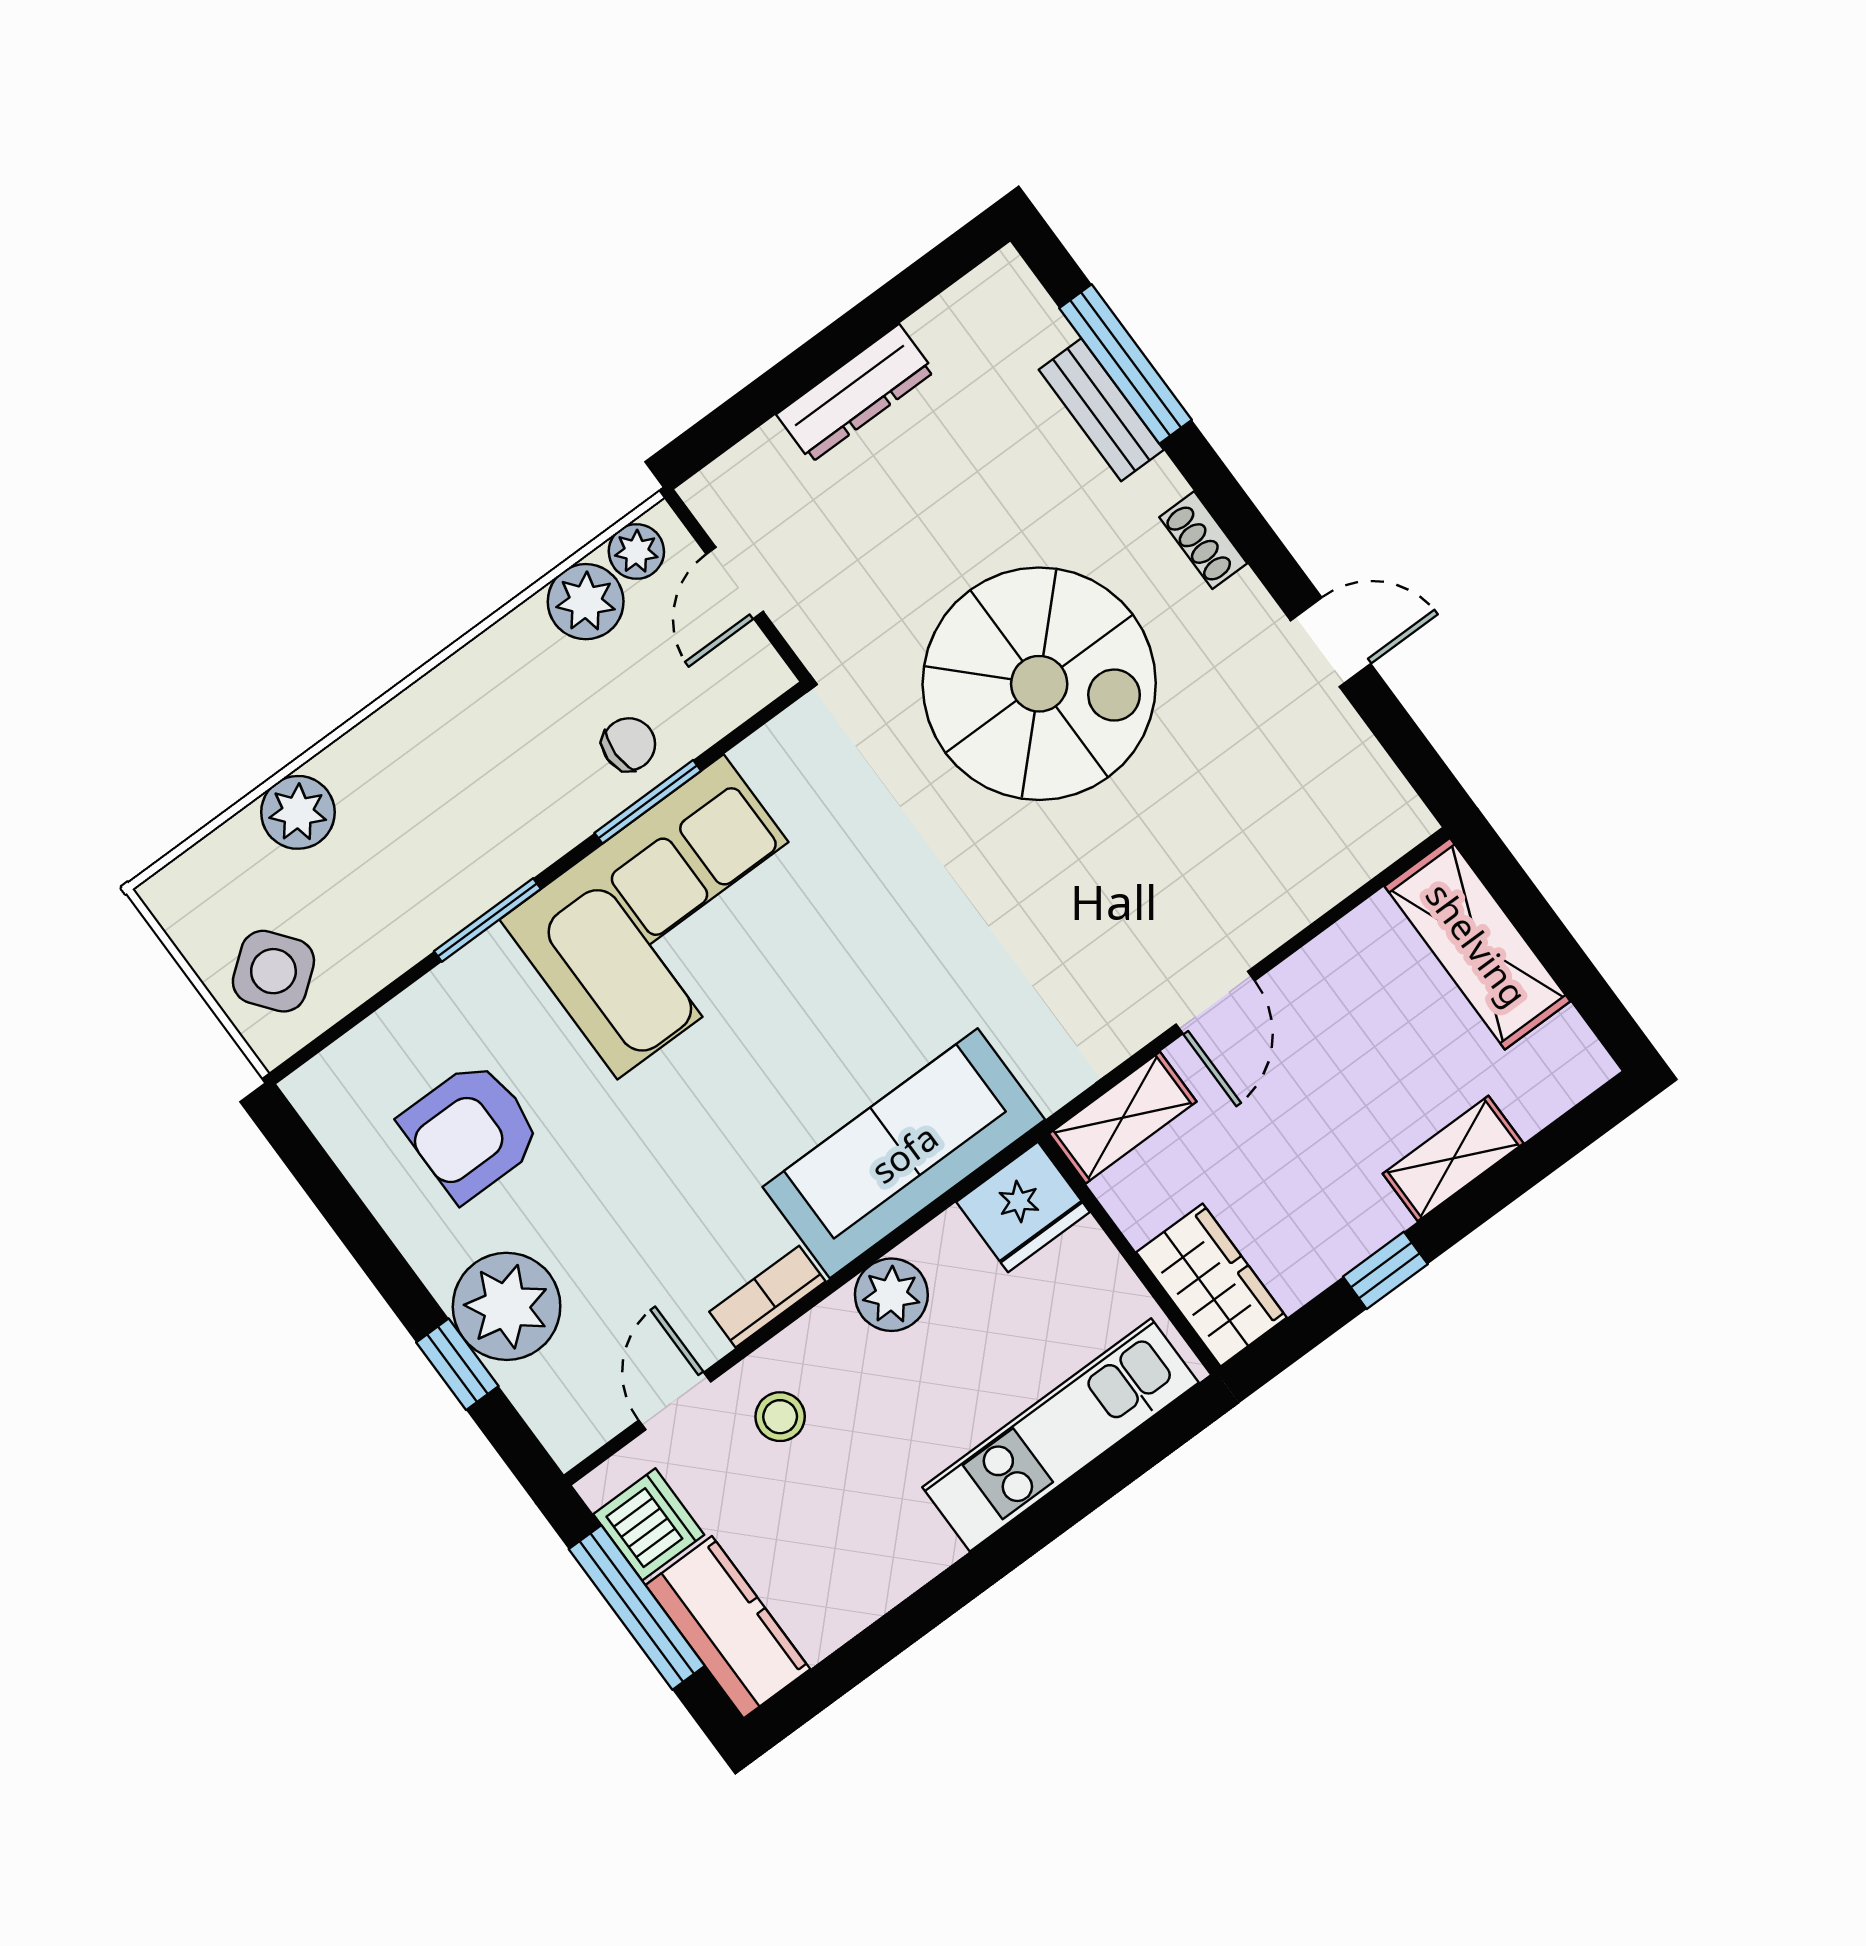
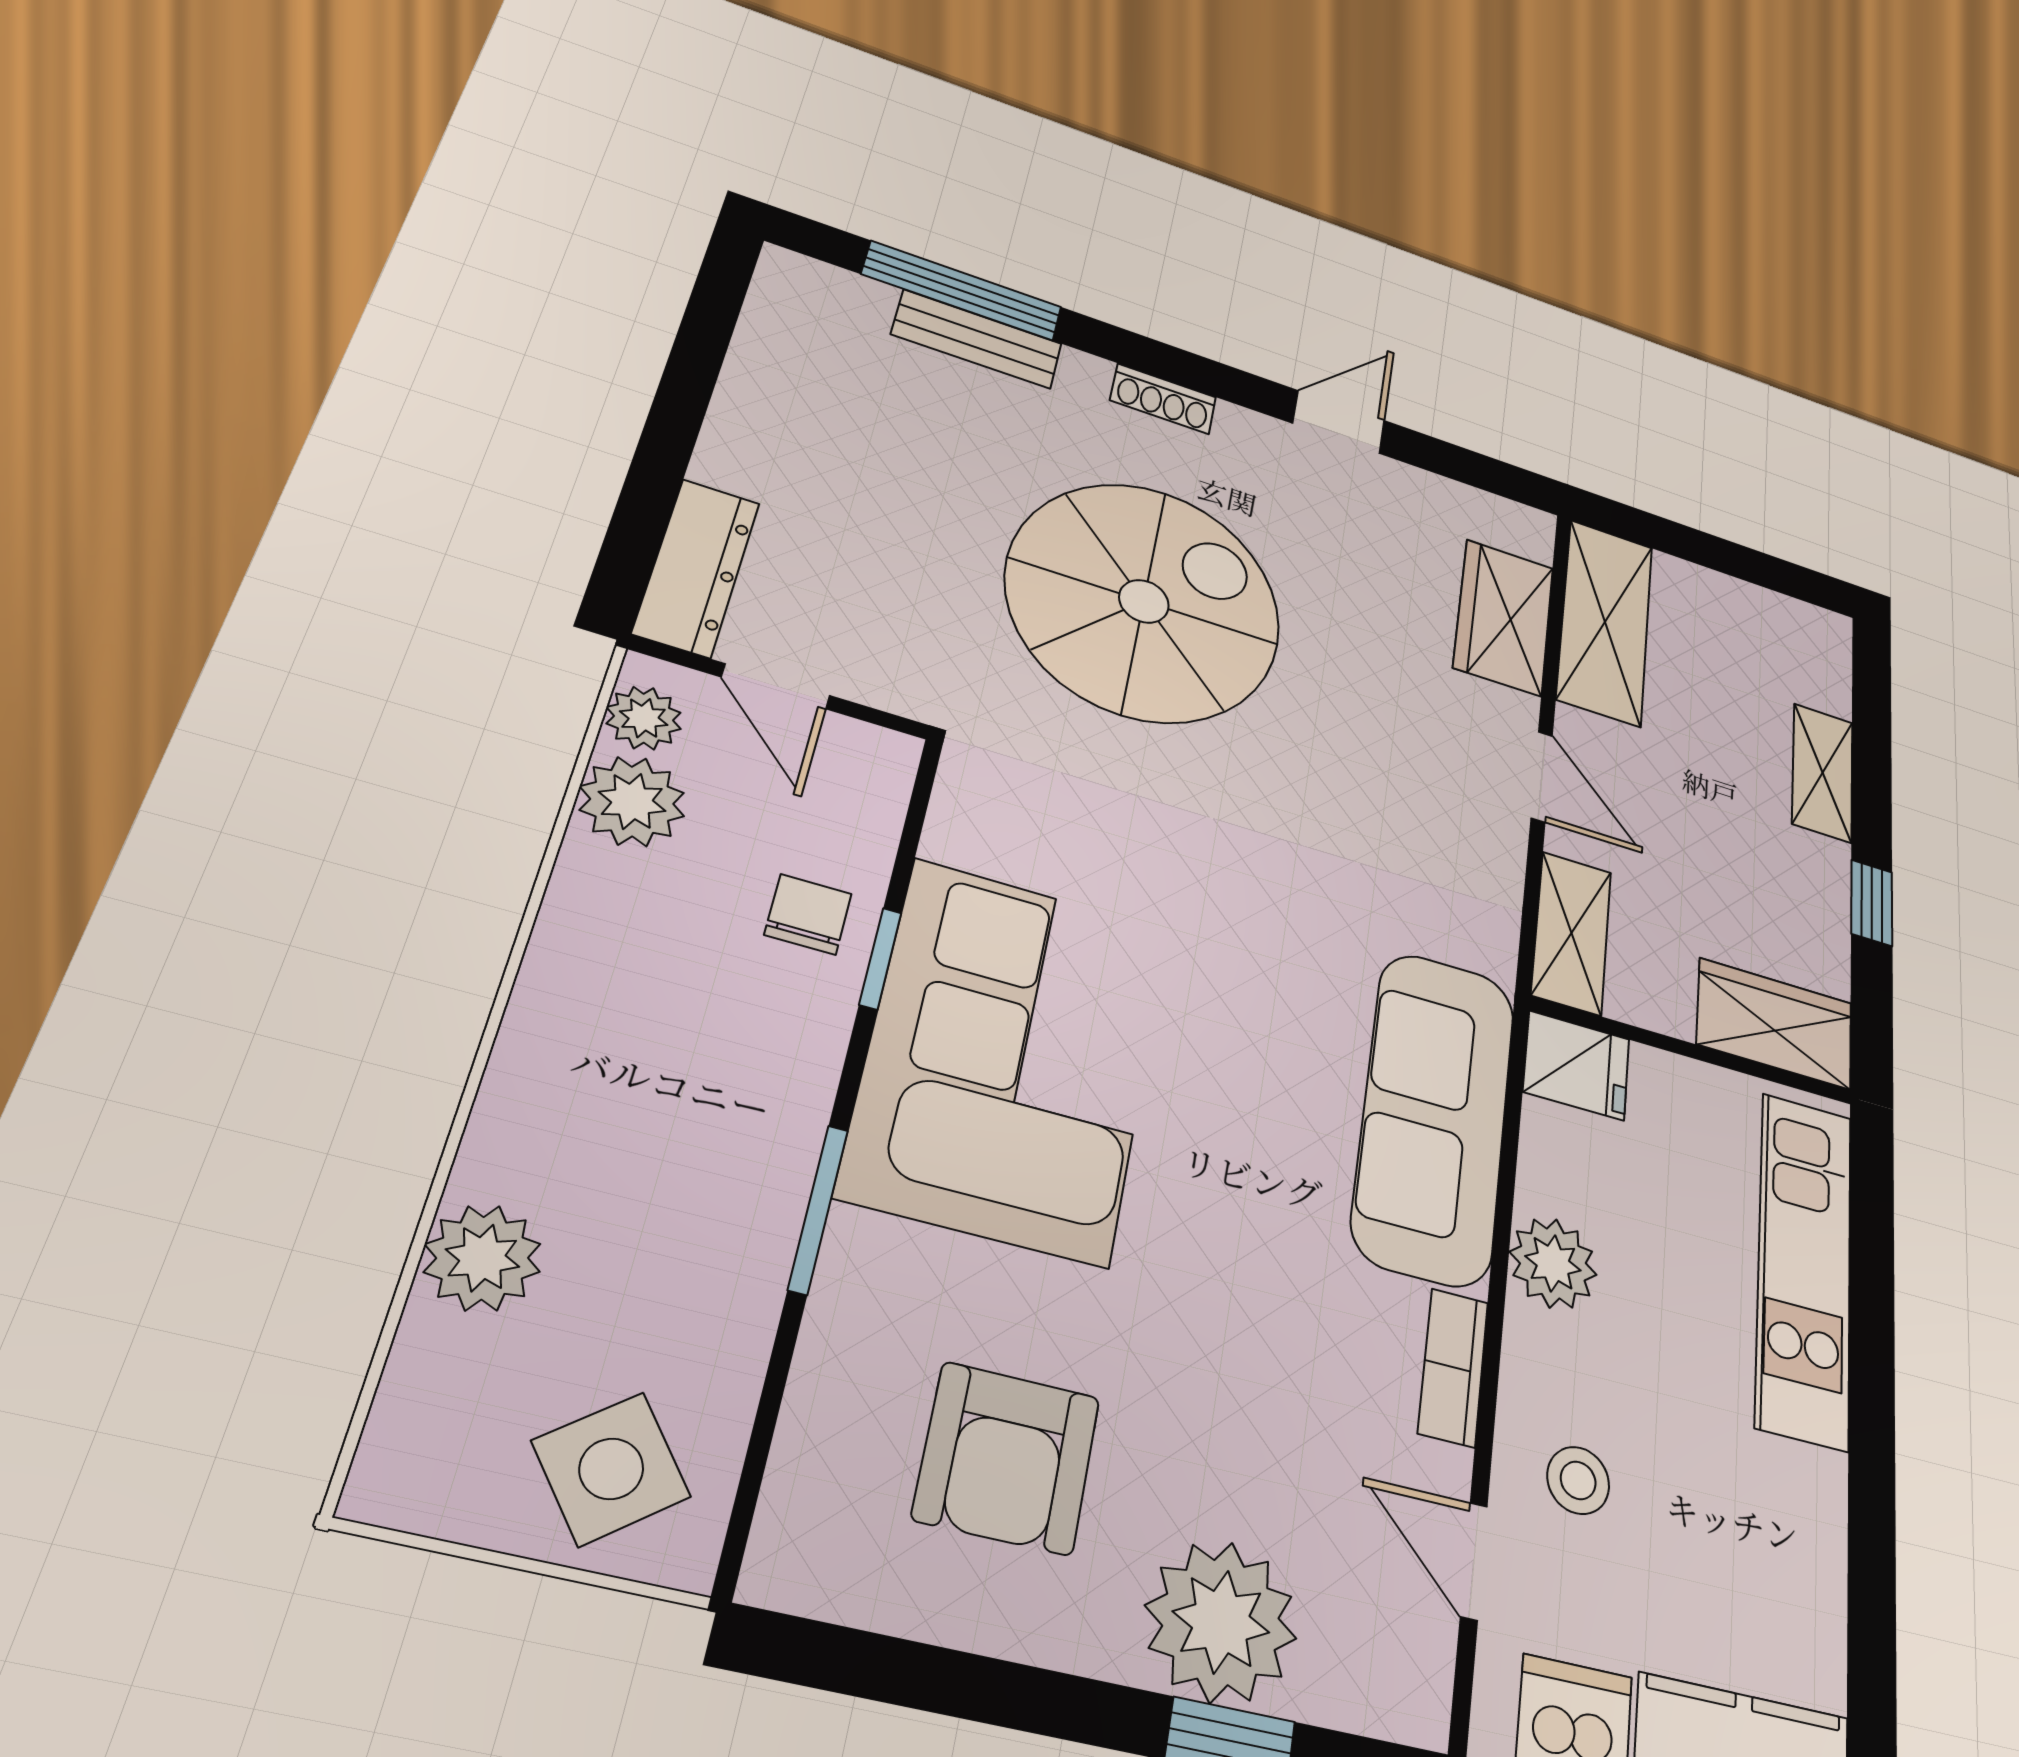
dresser: (855, 393) -> (697, 567), moved
window: (648, 802) -> (880, 959), width x0.67
wardrobe: (1310, 873) -> (1504, 617), added
shelving: (1477, 944) -> (1605, 622), moved, turned 90
fridge: (1023, 1207) -> (1576, 1065), width x0.72

